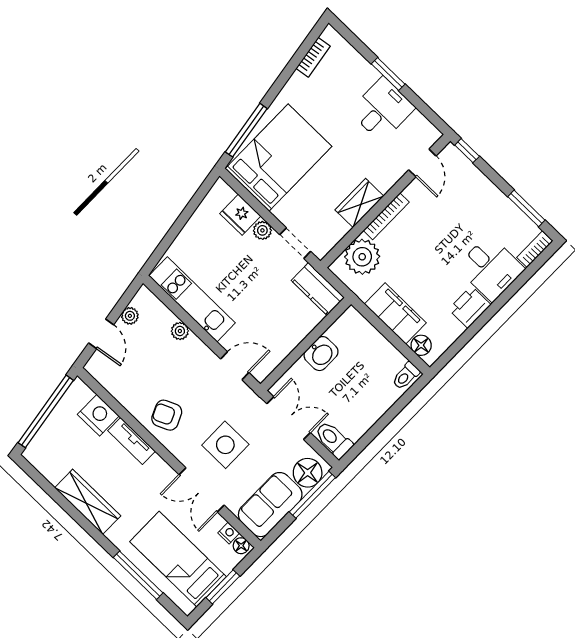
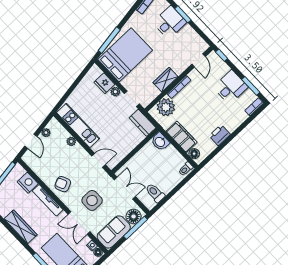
desk: (382, 110) -> (170, 22), moved
desk: (490, 268) -> (230, 87), moved, turned -90
washbasin: (321, 354) -> (160, 142), moved, turned 90
toilet: (334, 440) -> (155, 193), moved
tv unit: (132, 441) -> (48, 200), width x1.41

